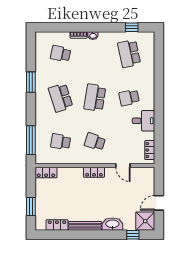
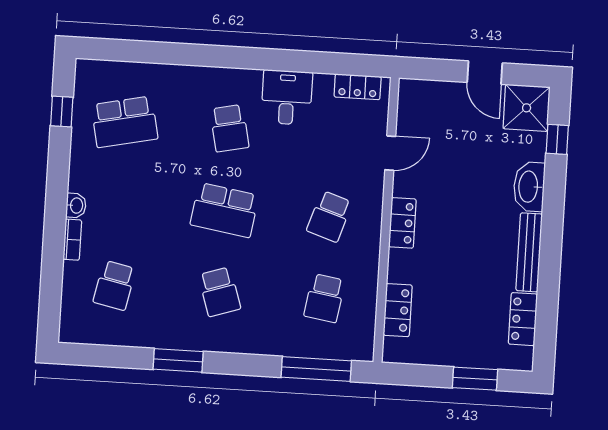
school desk: (61, 98) -> (219, 292), width x0.54
locker: (46, 172) -> (398, 310), moved

